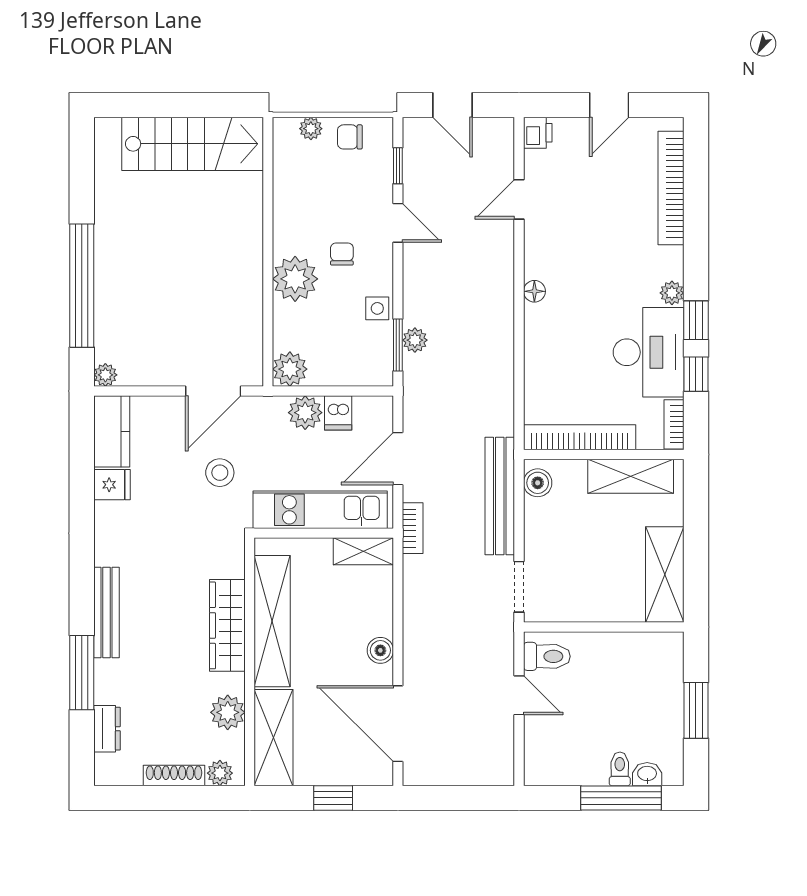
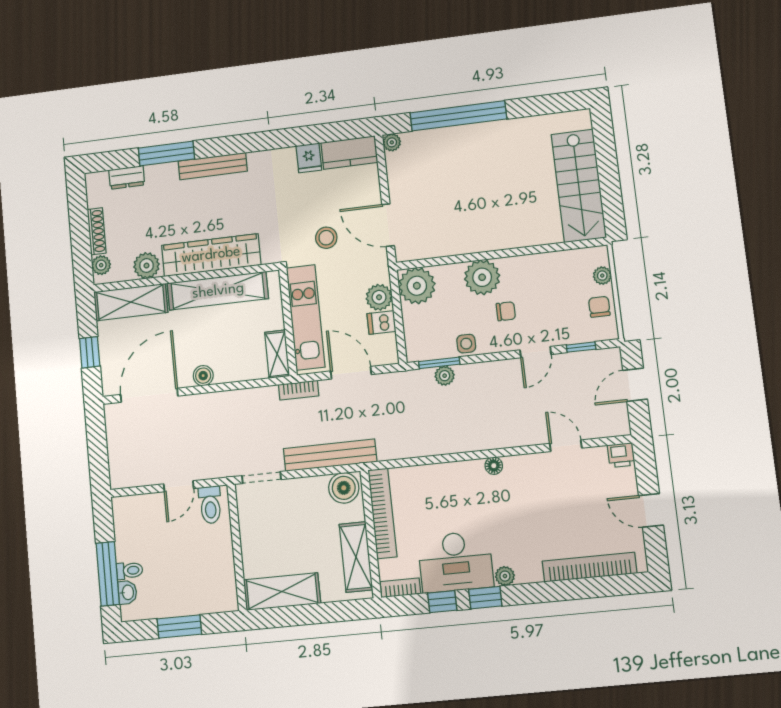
plant: (290, 369) -> (417, 286), width x1.36, depth x1.36
boiler: (538, 483) -> (344, 488), width x1.36, depth x1.36
wardrobe: (227, 625) -> (211, 255), width x1.40, depth x1.17

